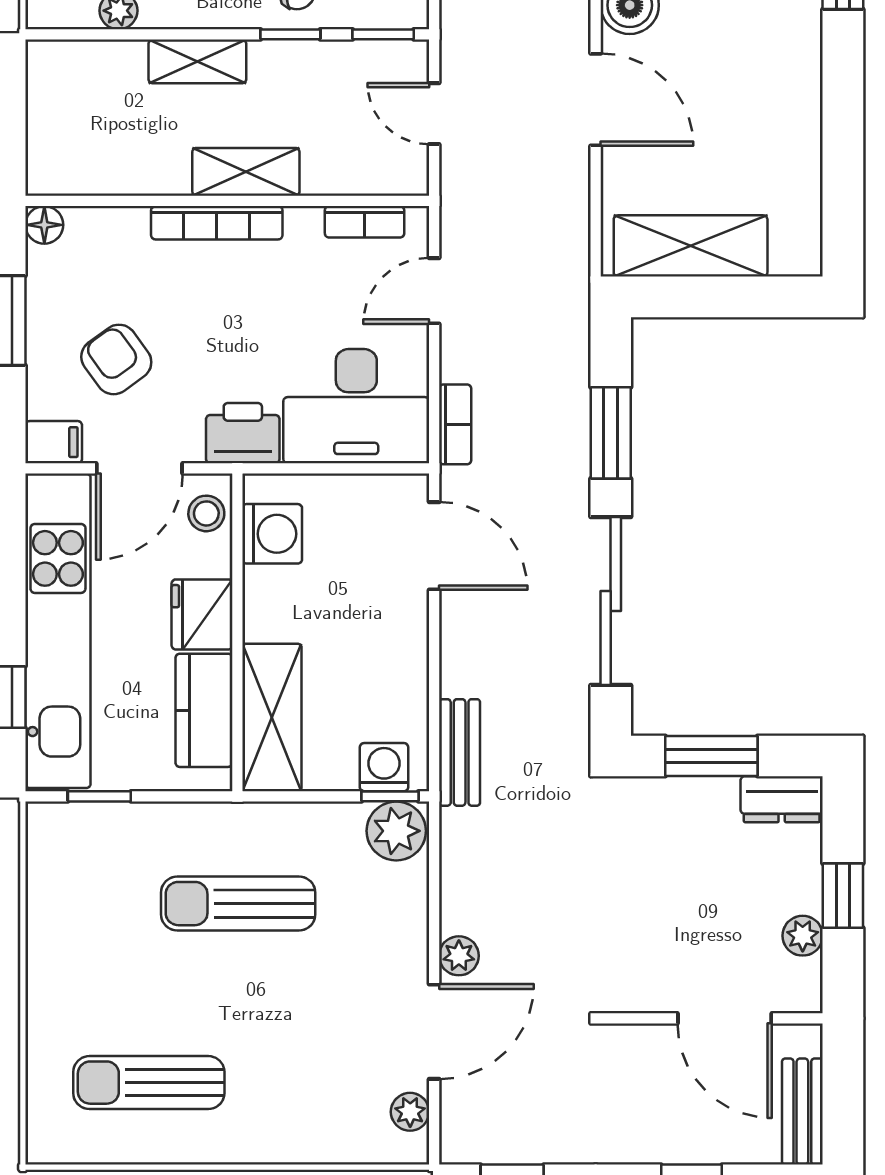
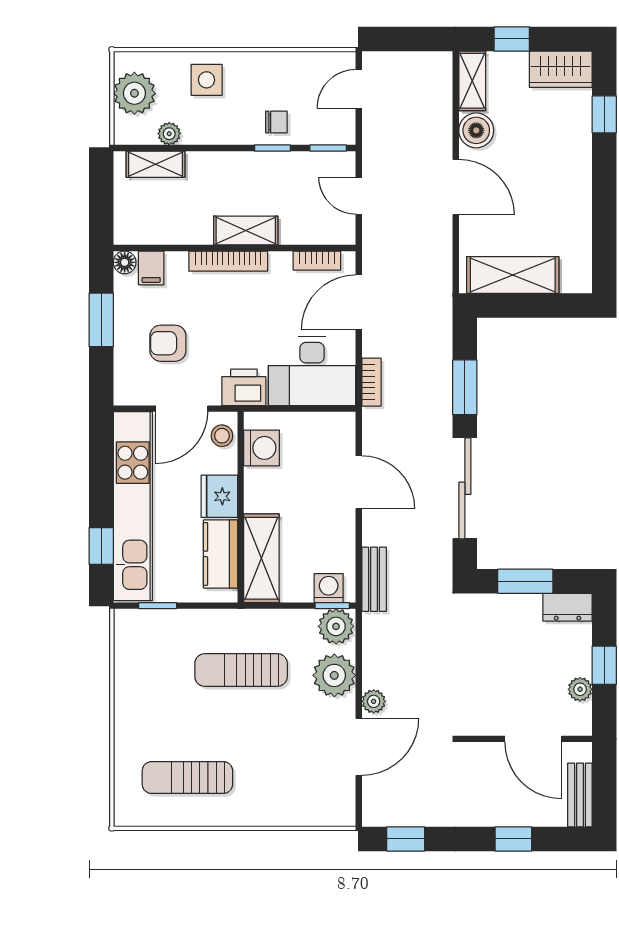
shelving: (197, 61) -> (155, 164), moved
door: (434, 291) -> (359, 302), width x1.38
armchair: (116, 359) -> (168, 343), turned -54
filing cabinet: (54, 442) -> (151, 268), moved, turned 90
door: (434, 546) -> (359, 482), moved
plant: (410, 1112) -> (334, 675), moved, width x1.88, depth x1.88

